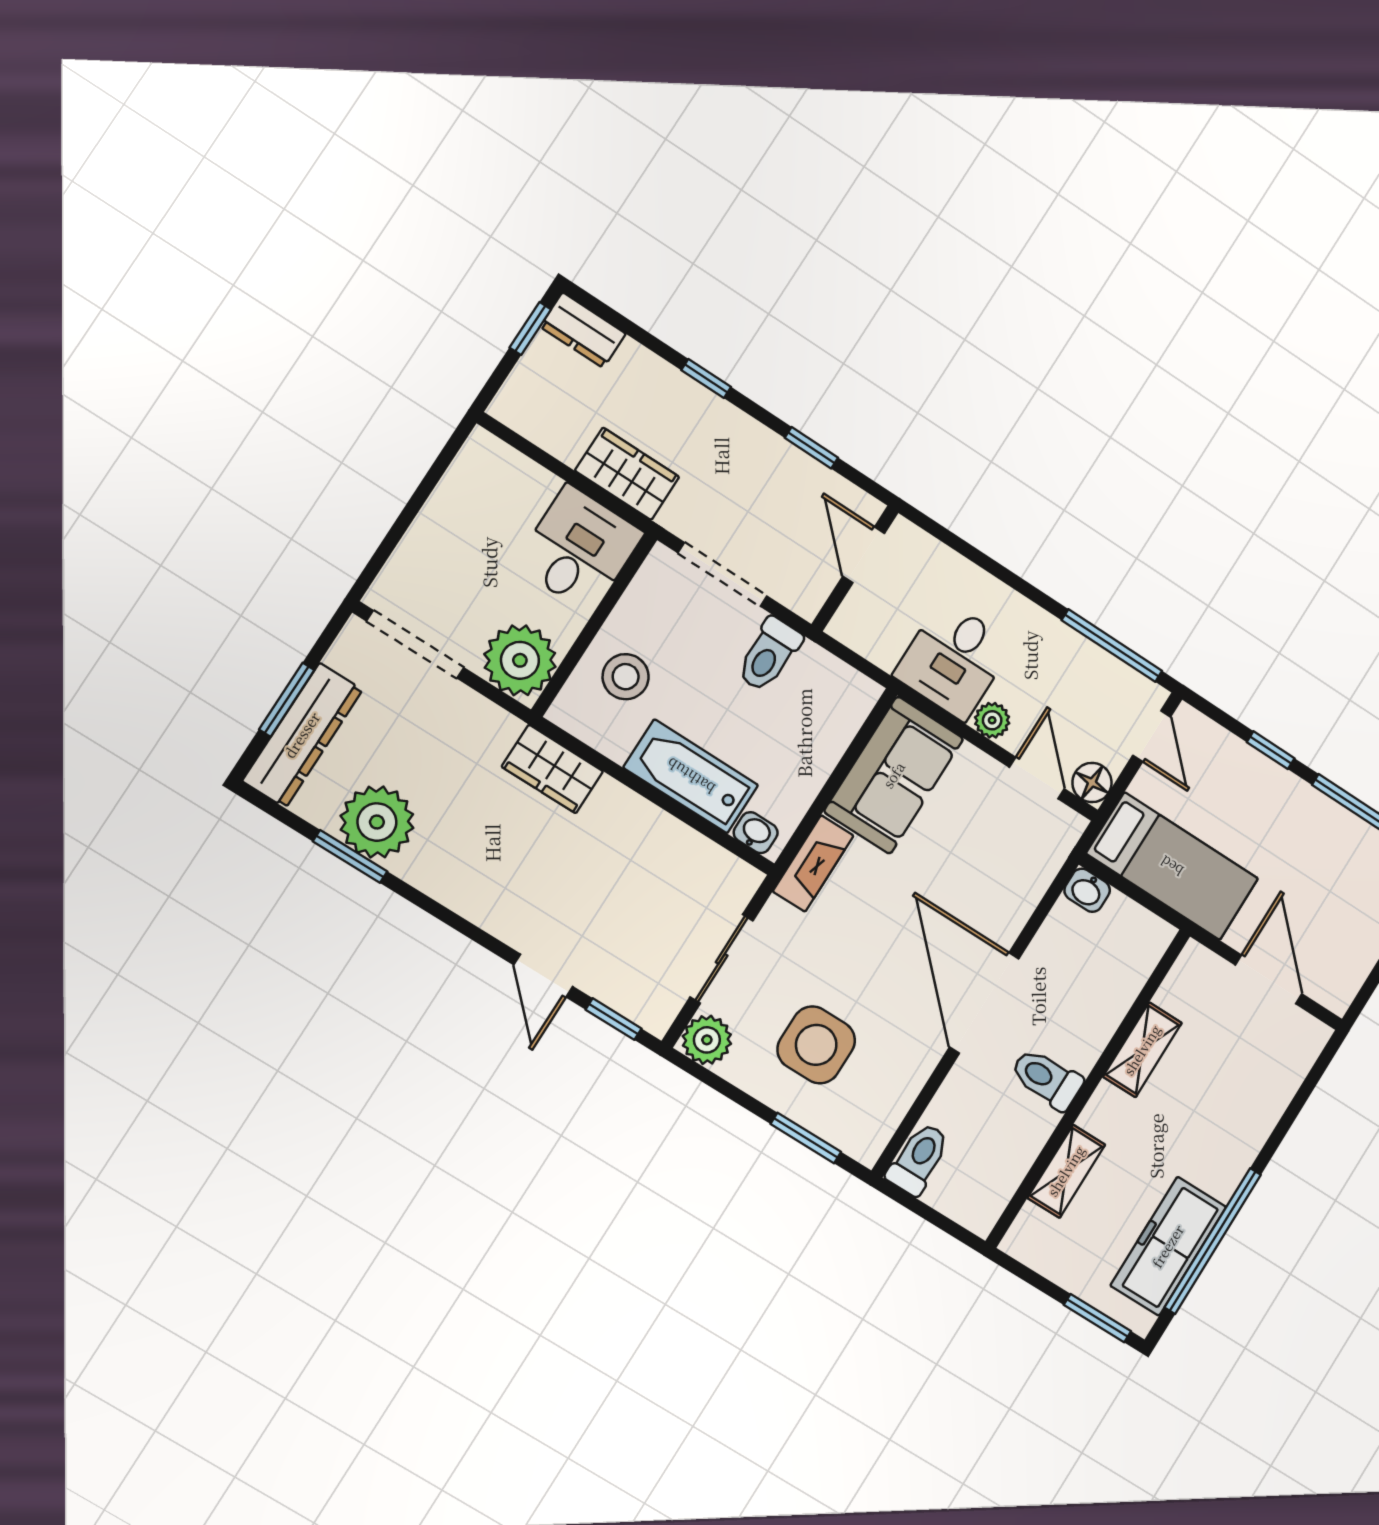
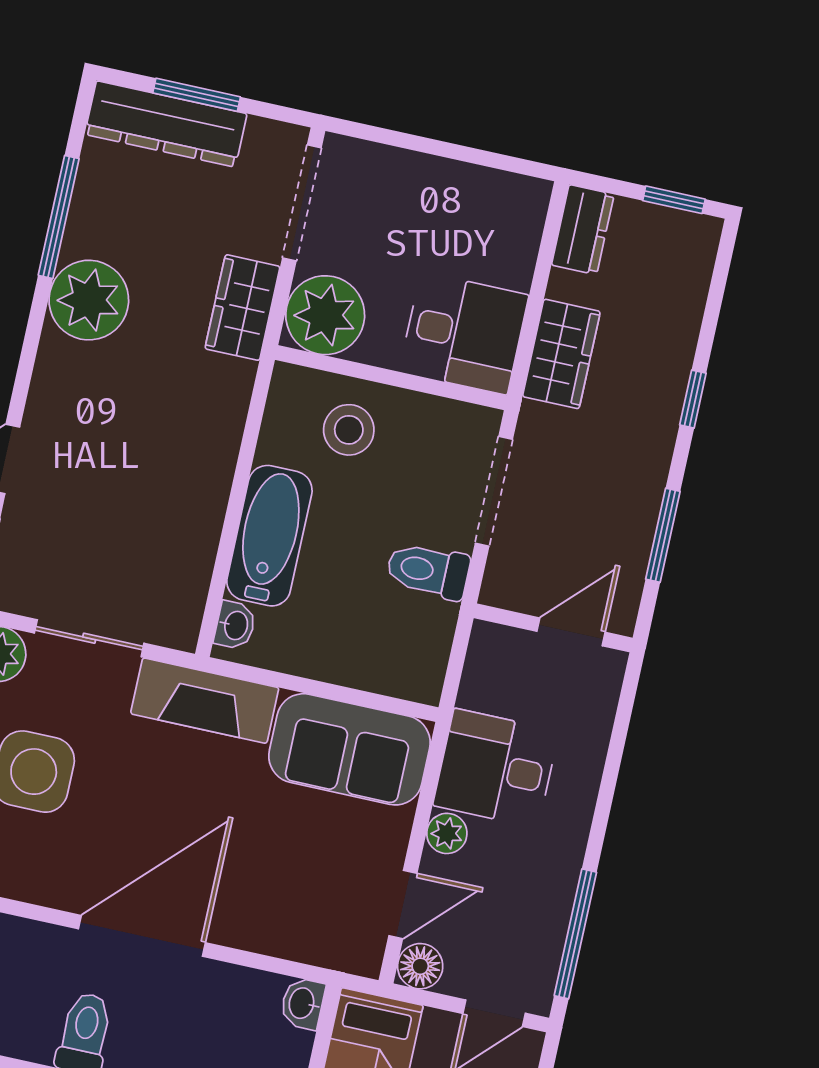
dresser: (583, 330) -> (583, 230), moved, turned 180
window: (811, 448) -> (663, 535), width x1.50
wardrobe: (552, 769) -> (242, 308), moved
plant: (377, 822) -> (89, 300), moved
window: (350, 856) -> (59, 217), width x1.44
fireplace: (813, 863) -> (205, 701), width x1.37, depth x1.32

